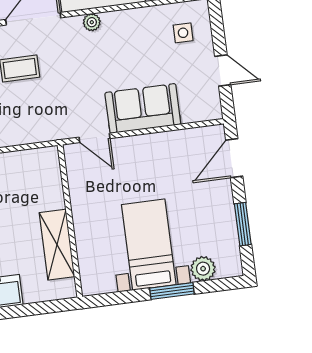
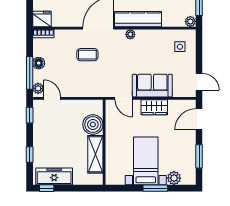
door: (223, 71) -> (199, 82), moved
wardrobe: (151, 147) -> (154, 107), added
boiler: (46, 192) -> (93, 124), added

